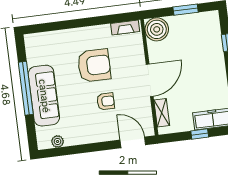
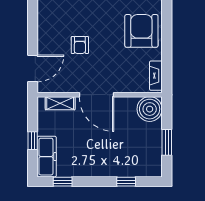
armchair: (94, 65) -> (141, 31), moved, turned 180

